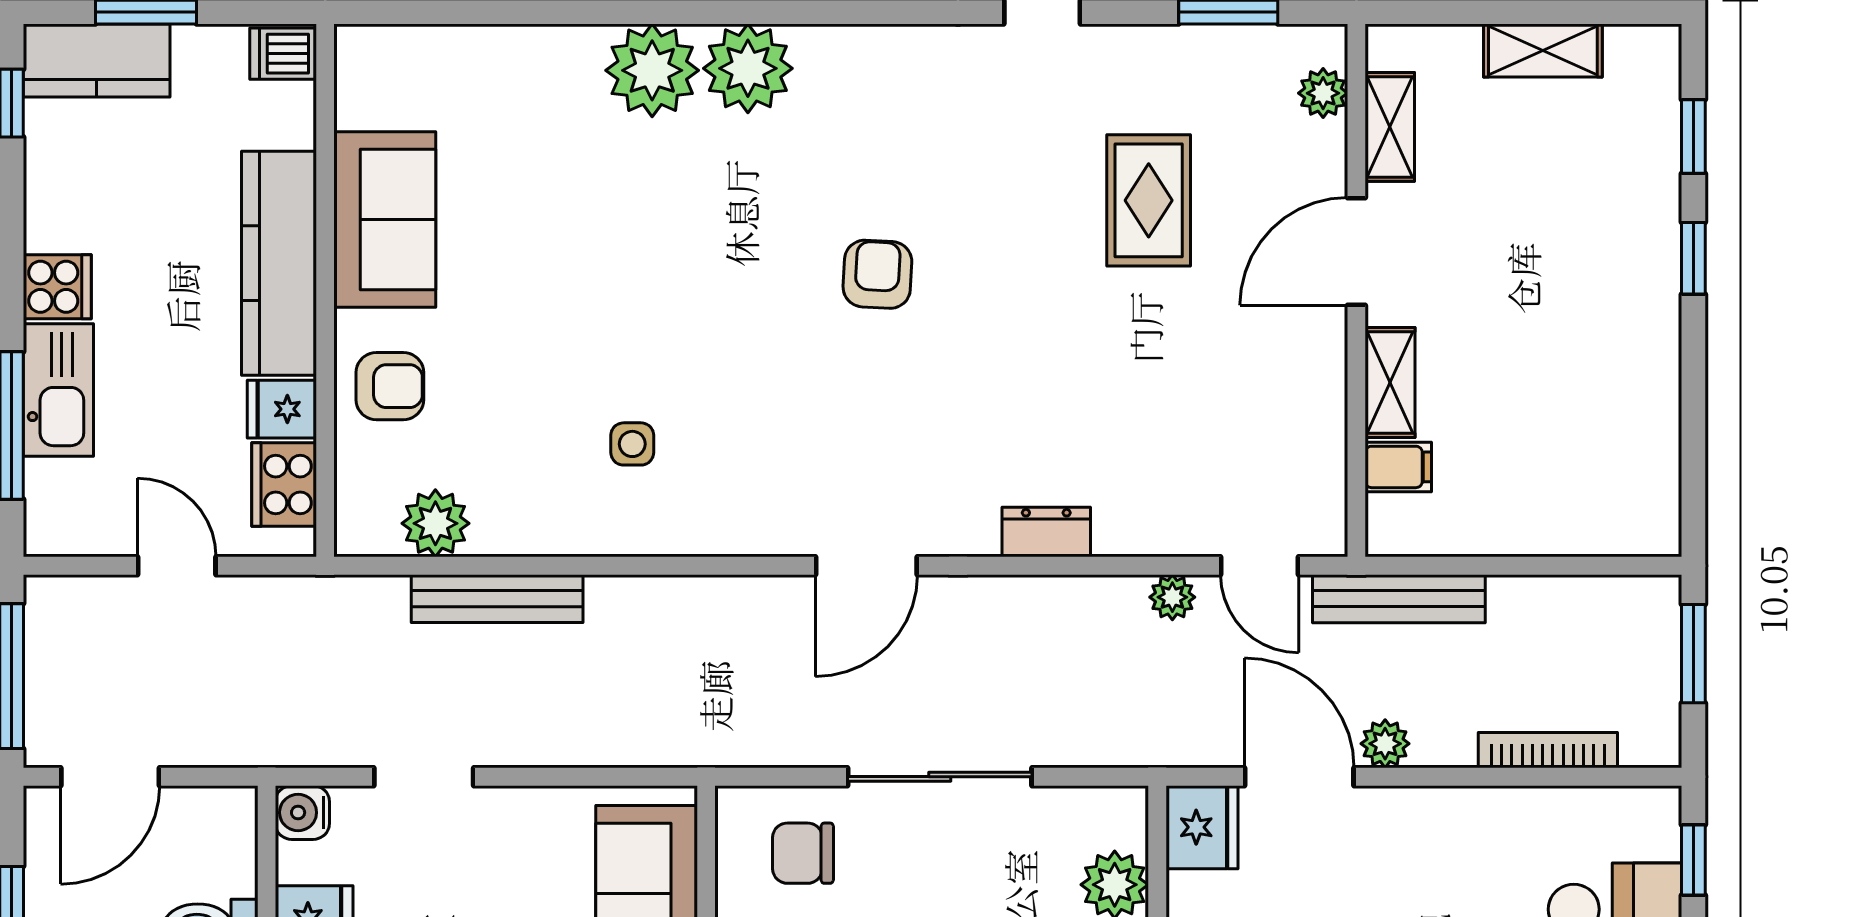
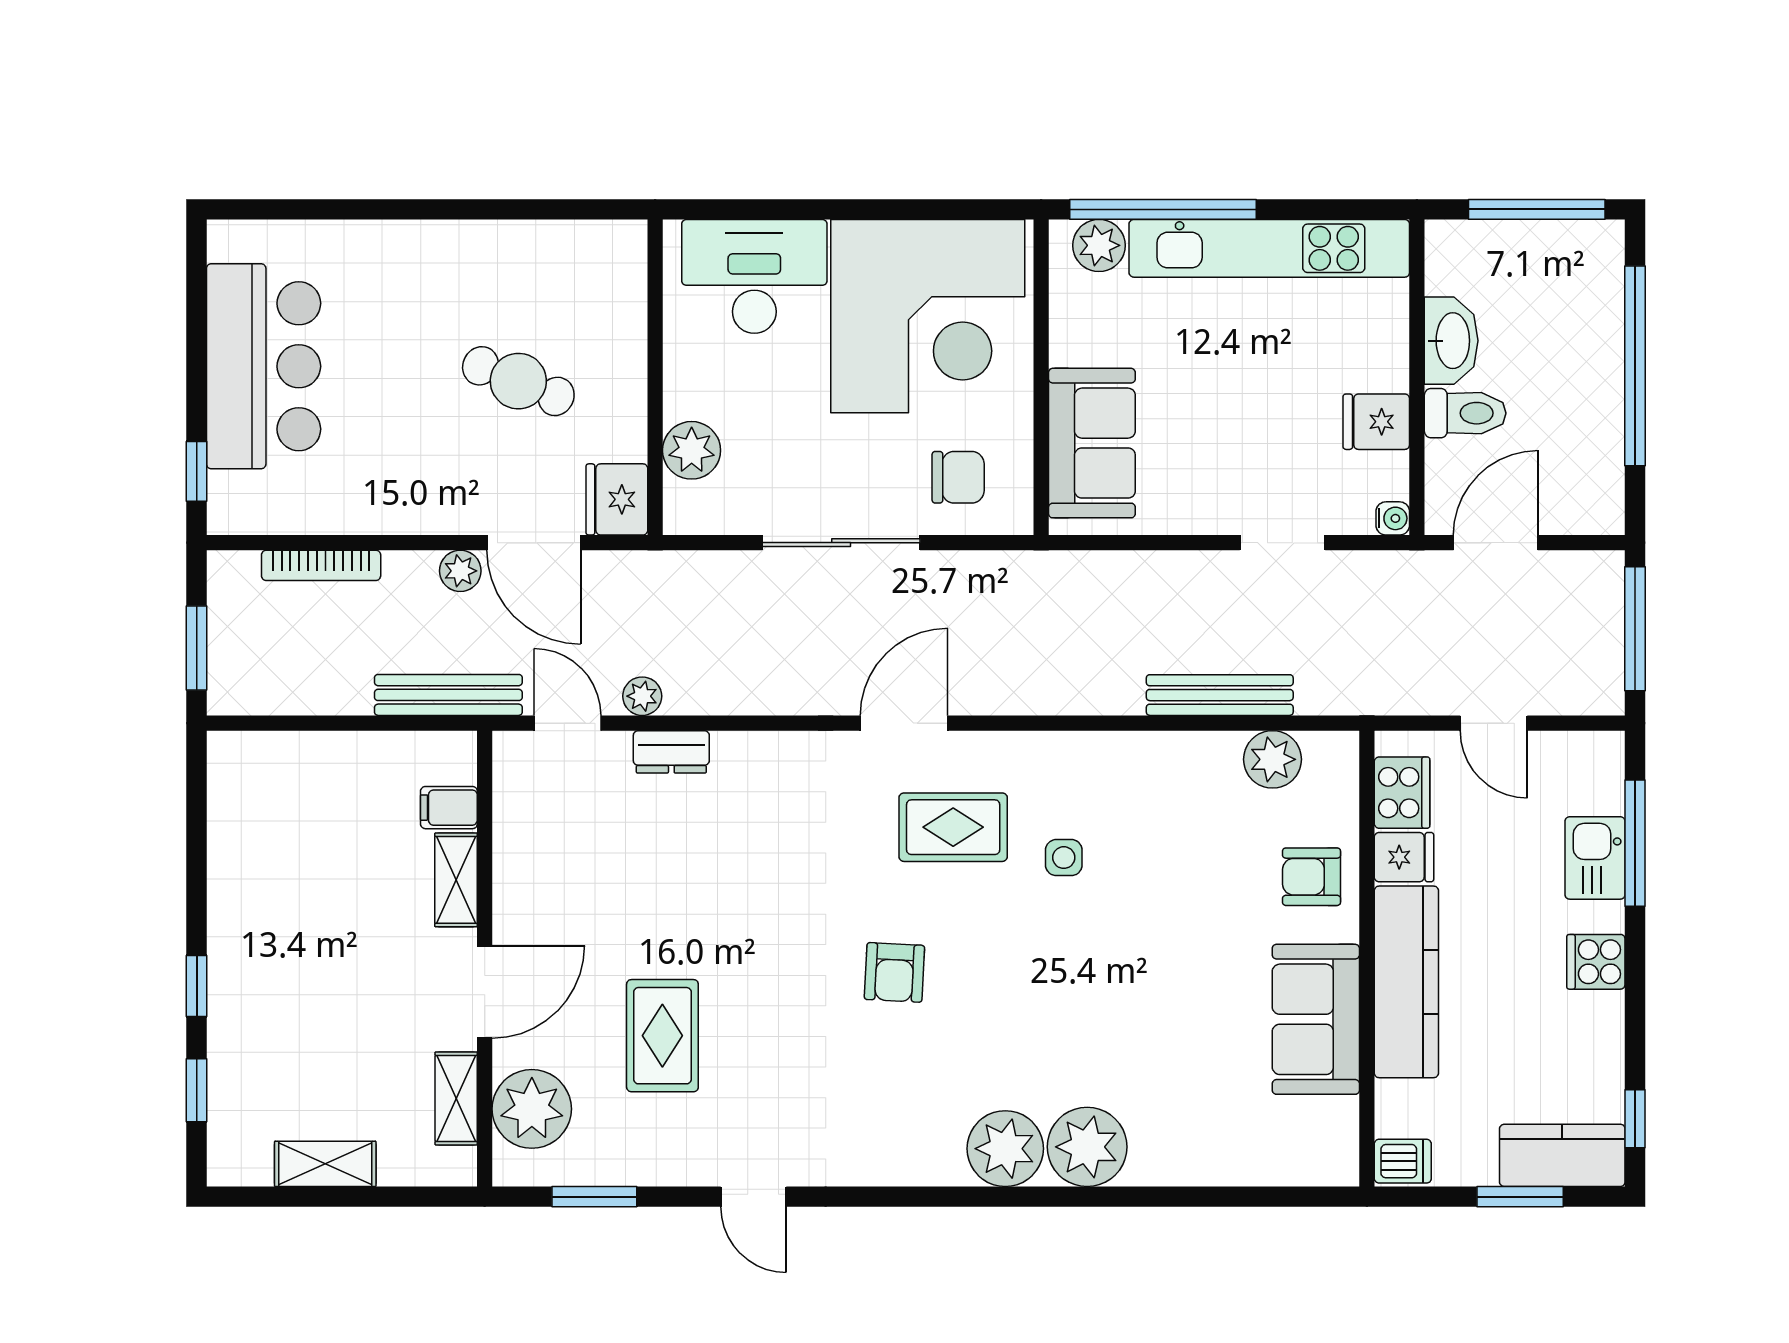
plant: (1323, 93) -> (532, 1109), width x1.87, depth x1.87
kitchen sink: (58, 390) -> (1595, 858), width x0.73
side table: (632, 444) -> (1064, 858), moved
rug: (809, 444) -> (953, 827), added
dresser: (1046, 532) -> (671, 752), moved
door: (110, 777) -> (1496, 543), moved
water cooler: (302, 813) -> (1393, 518), width x0.72, depth x0.72

